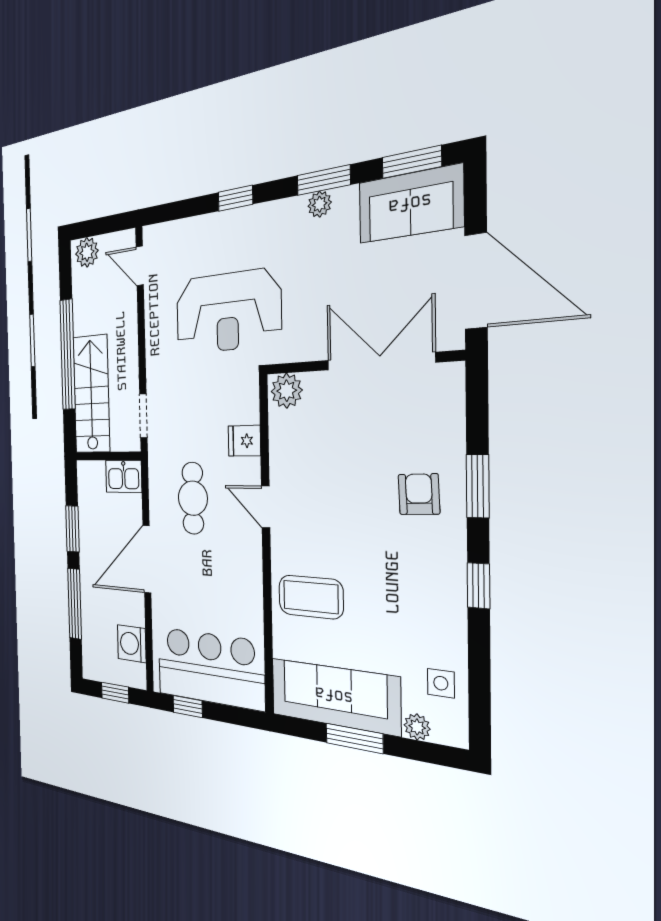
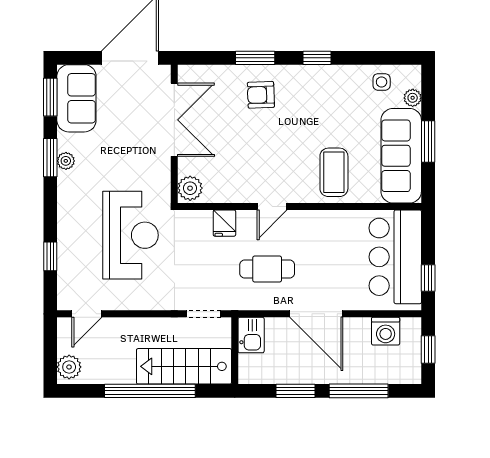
window: (235, 198) -> (50, 256), moved
double door: (380, 361) -> (174, 120), swing flipped

